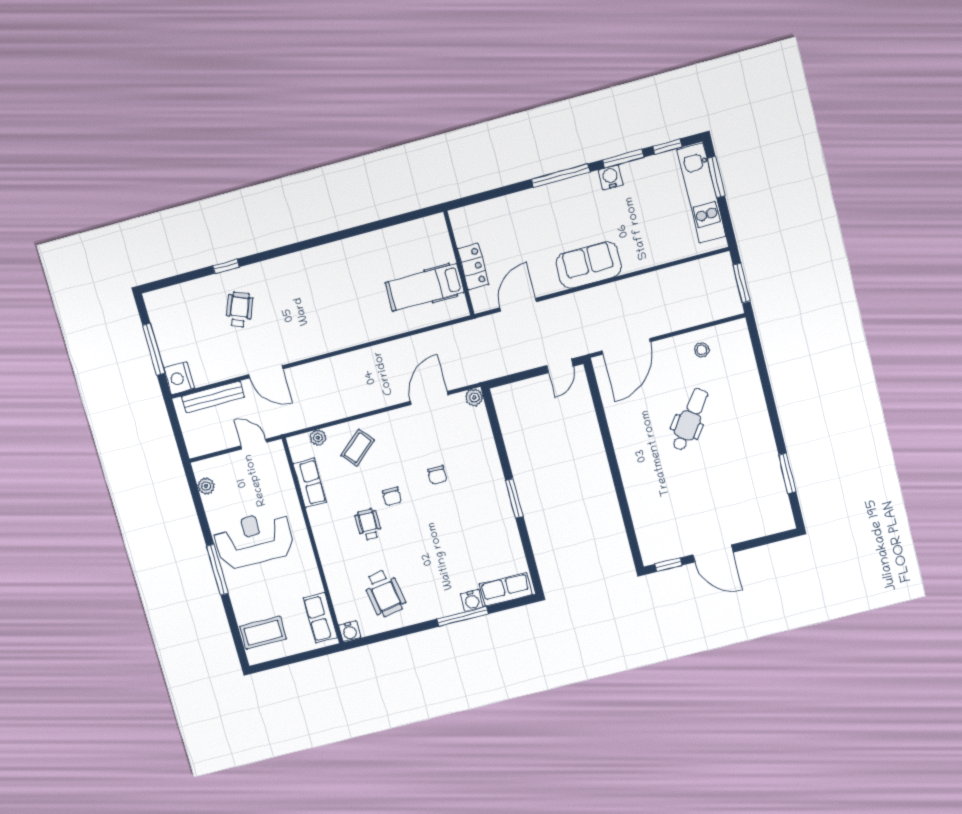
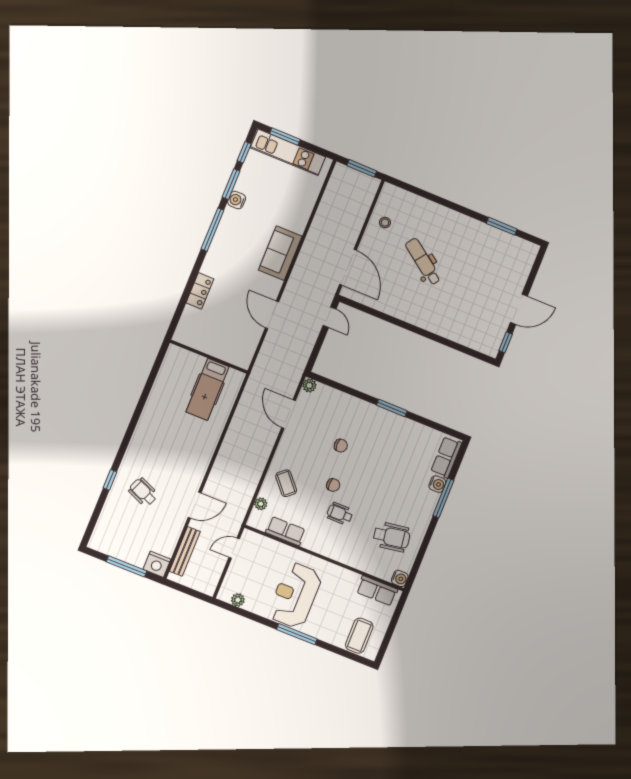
wall: (459, 263) -> (209, 357), moved
locker: (473, 267) -> (200, 291), moved, turned 90
hospital bed: (425, 287) -> (208, 389), moved

